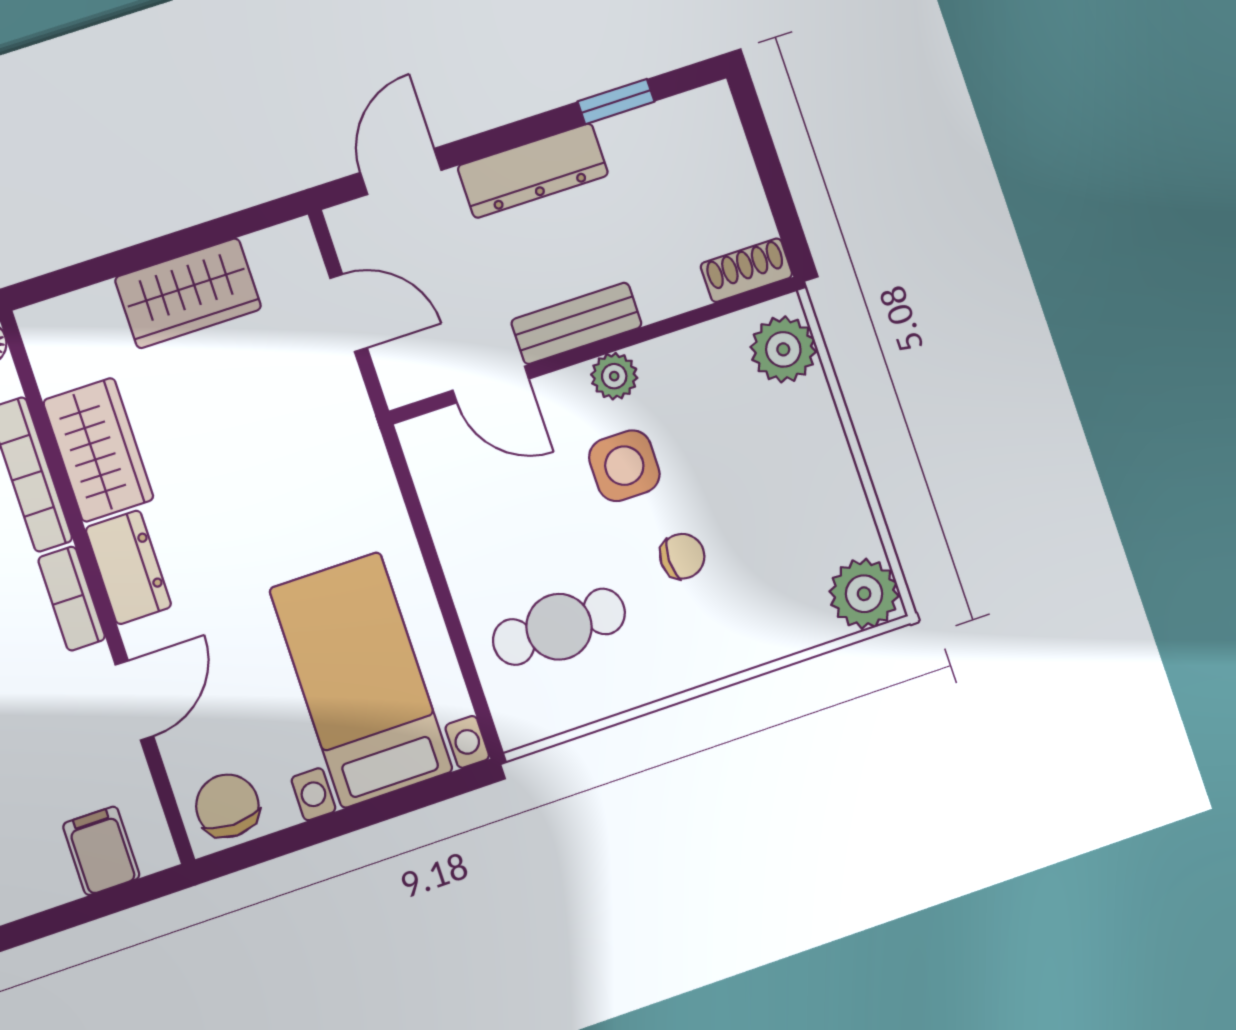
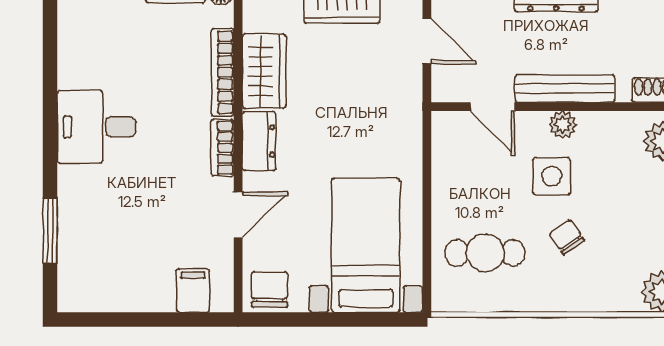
bench: (577, 323) -> (565, 88), width x1.36
chair: (682, 556) -> (567, 237), turned -124

